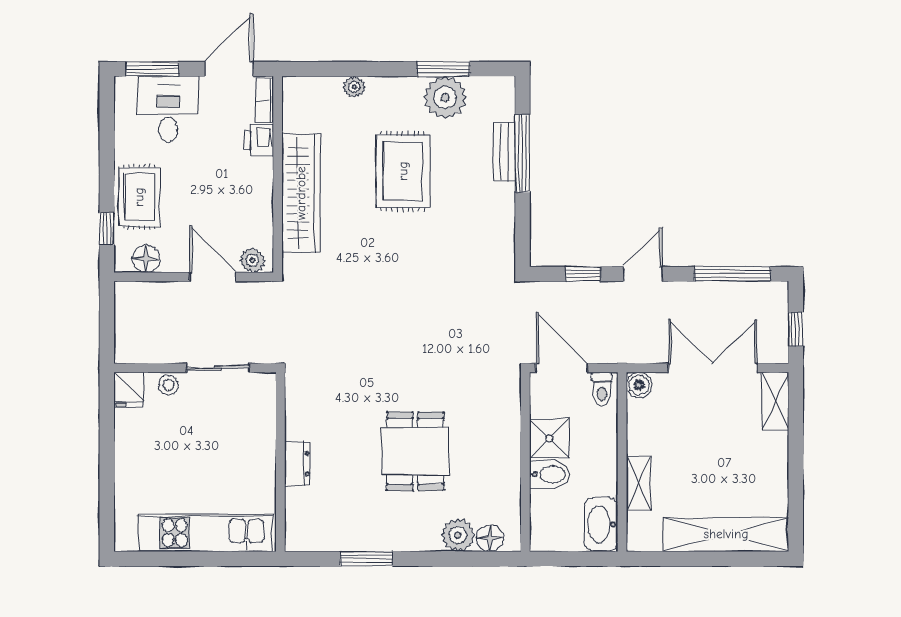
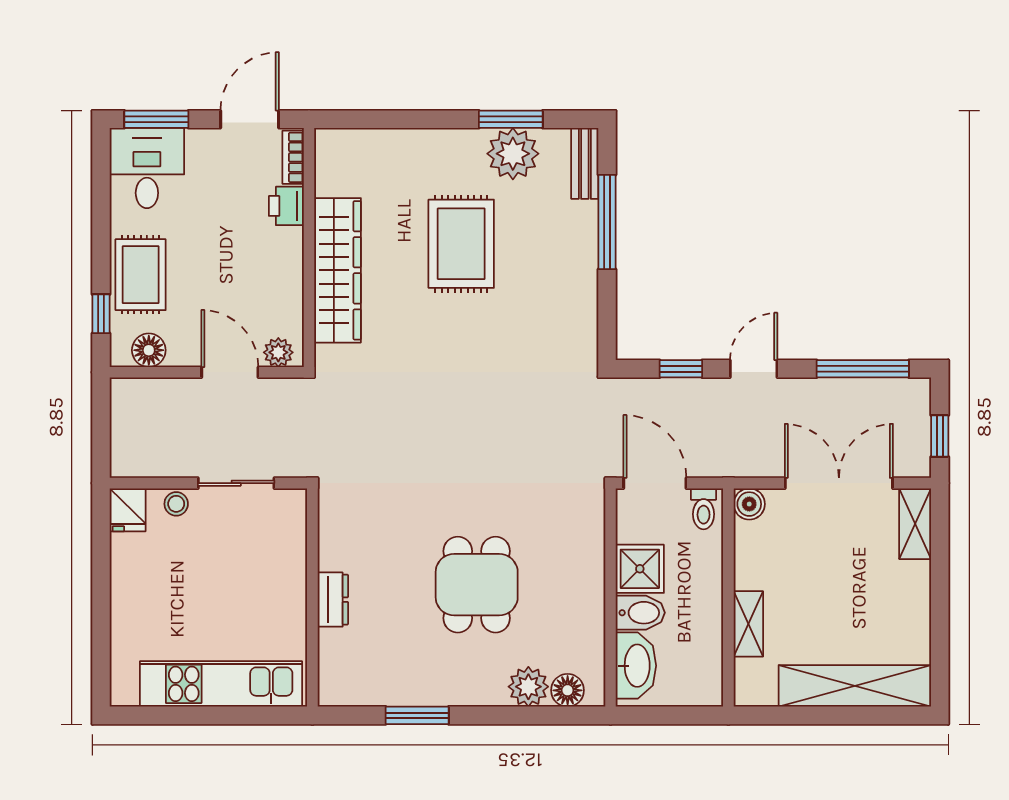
plant: (354, 87) -> (402, 141), removed
desk: (168, 109) -> (147, 168), moved
bench: (504, 152) -> (585, 163), moved
washbasin: (601, 524) -> (636, 666), moved, turned 180

